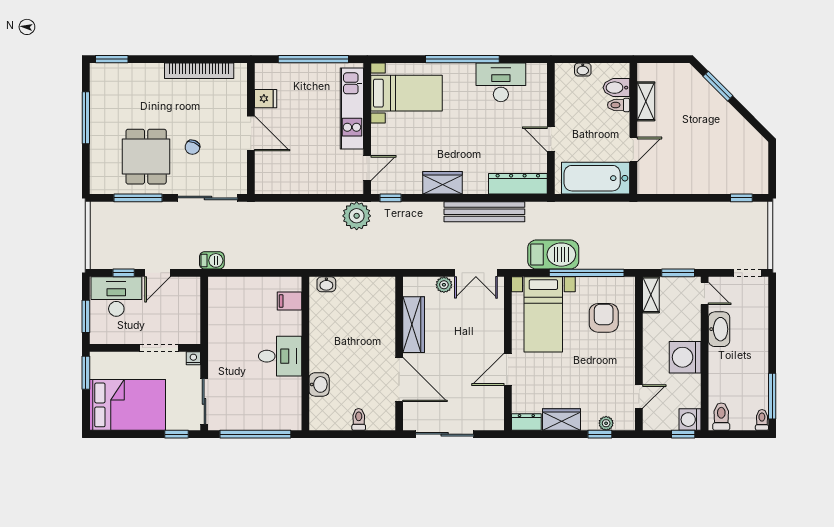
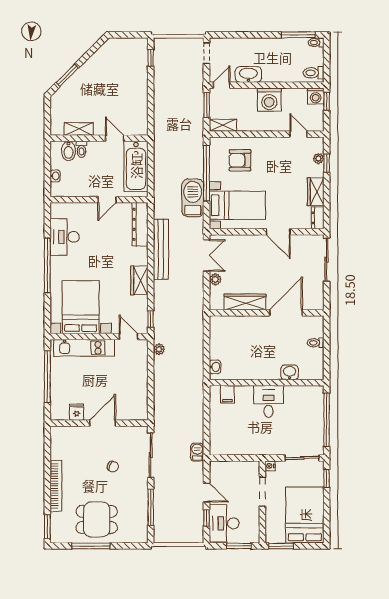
bookcase: (199, 71) -> (56, 486), moved
bed with nightstands: (407, 93) -> (81, 307), width x1.36
dining table: (146, 157) -> (97, 519), moved
plant: (357, 216) -> (159, 349), width x0.53, depth x0.53
sliding door: (445, 434) -> (327, 260), moved

